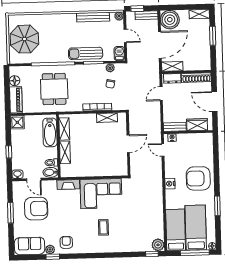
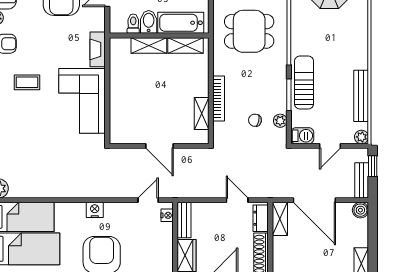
boiler: (170, 20) -> (360, 210), width x0.54, depth x0.54
bidet: (50, 172) -> (149, 22), moved
coffee table: (103, 227) -> (27, 82), moved

